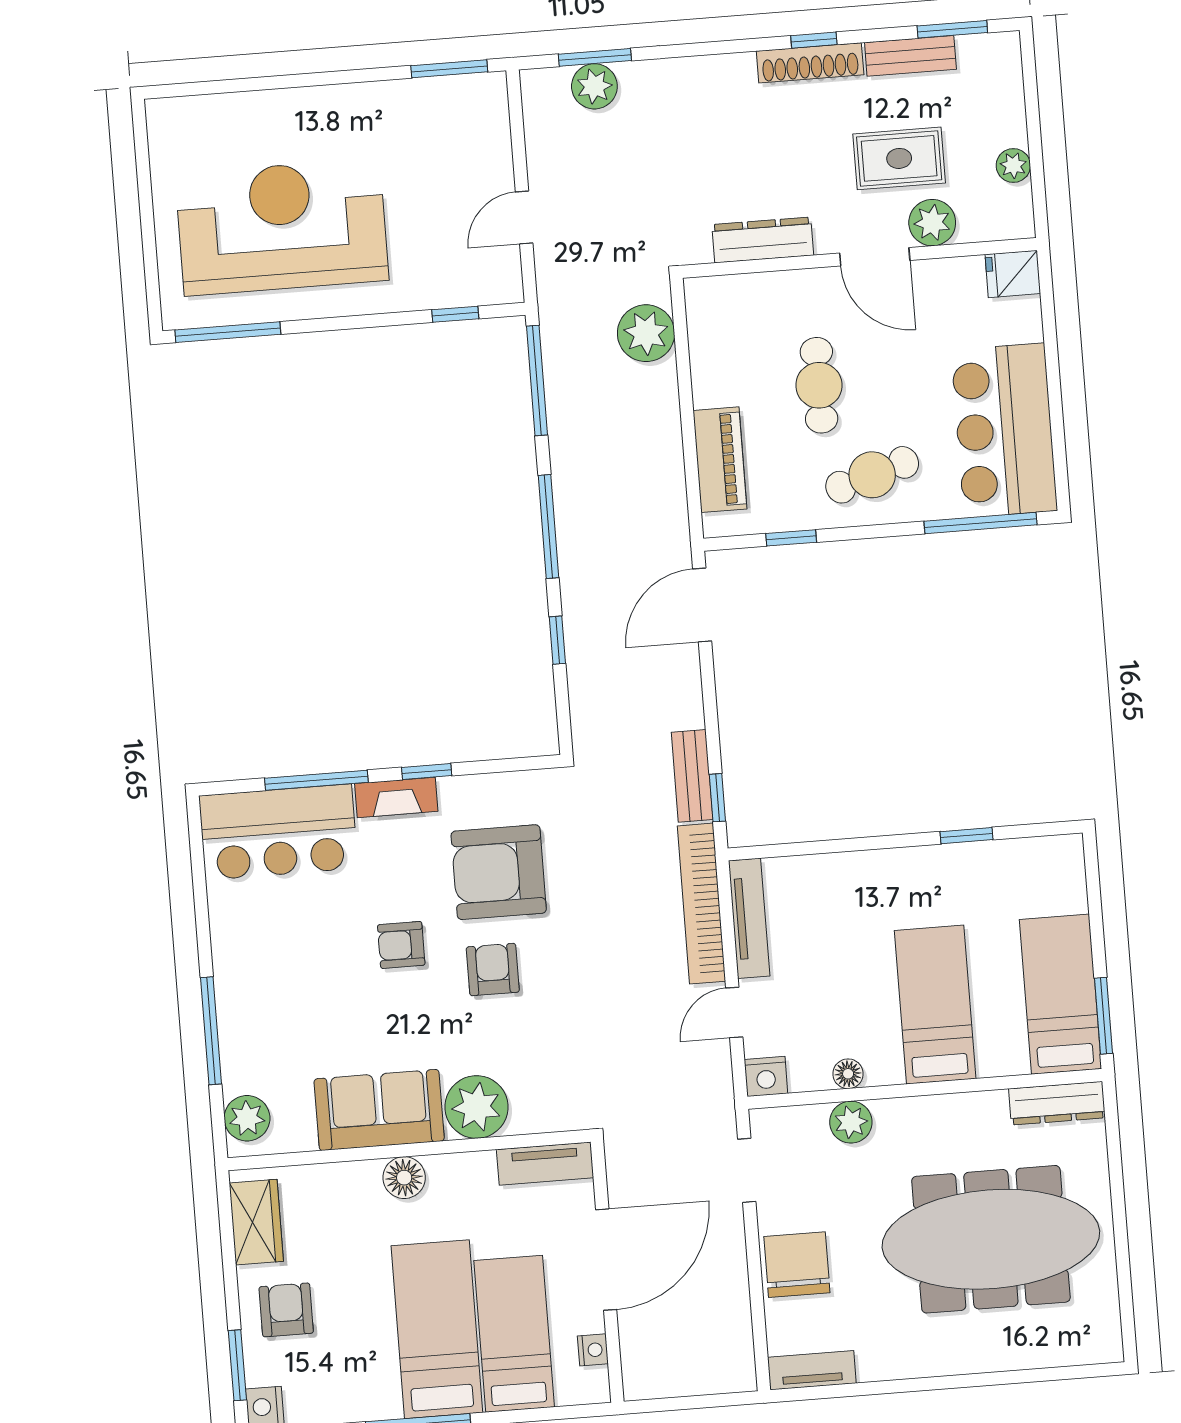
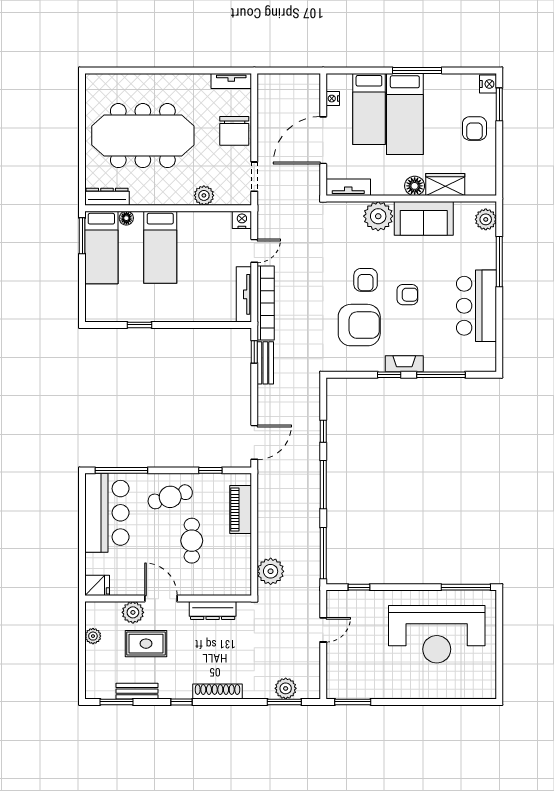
shoe rack: (810, 63) -> (217, 691), moved
bar counter: (278, 832) -> (477, 306), moved, turned -90
floor lamp: (848, 1074) -> (126, 218), moved
wardrobe: (256, 1222) -> (445, 185), moved, turned 90

